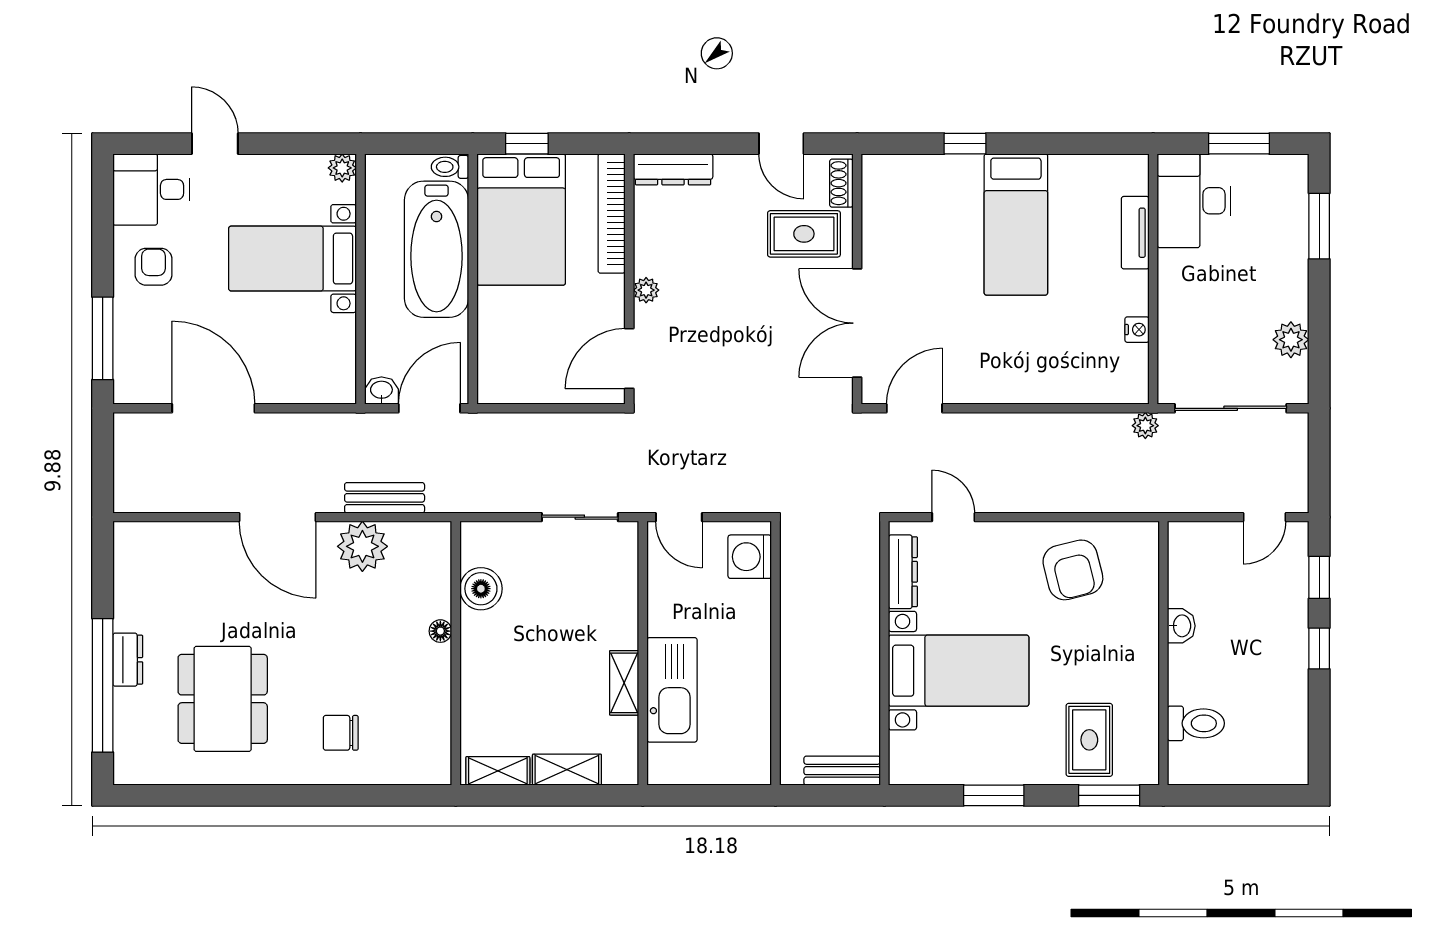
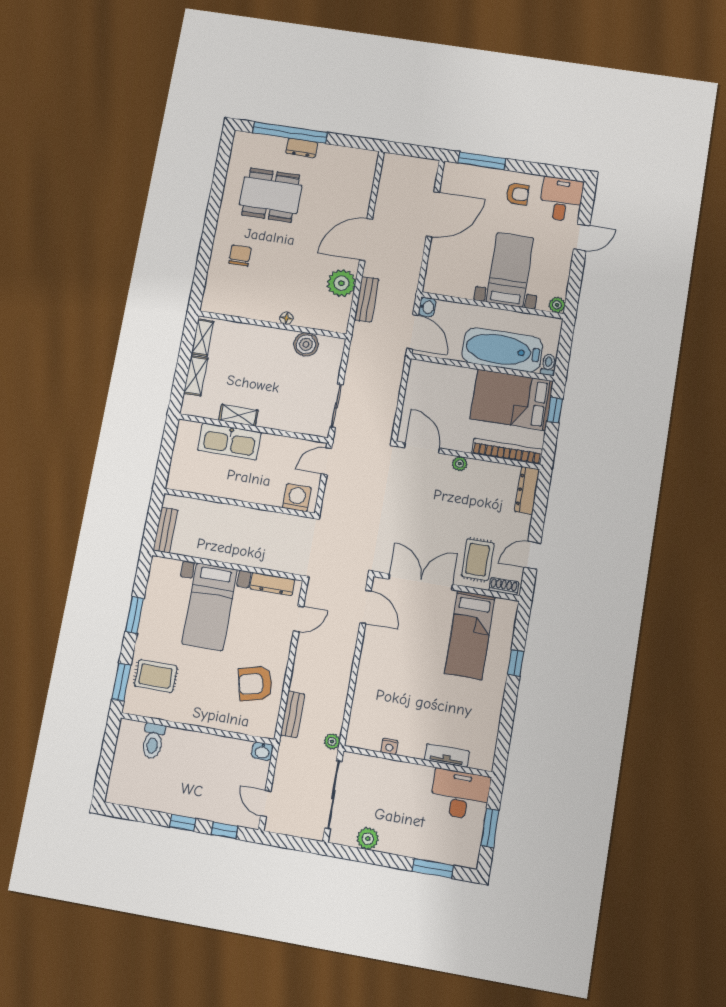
bed: (1016, 224) -> (470, 635), moved, turned -90
bench: (1113, 499) -> (293, 714), added
washbasin: (1181, 626) -> (262, 751), moved

